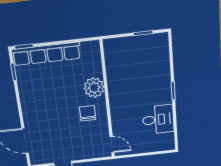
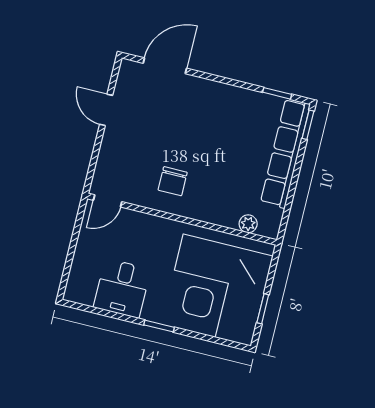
corner desk: (141, 65) -> (217, 290), added
plant: (94, 88) -> (248, 224), moved, width x0.53, depth x0.53
chair: (88, 113) -> (173, 181), turned 90

